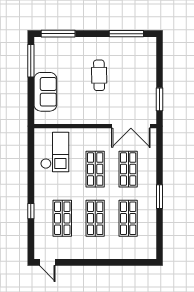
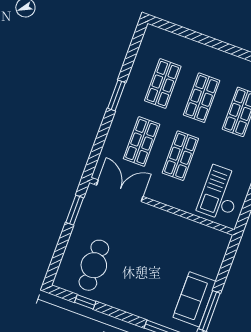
window: (126, 34) -> (85, 302), width x0.46
cafe table: (99, 75) -> (94, 265), moved, width x1.37, depth x1.35
sofa: (45, 92) -> (194, 299), moved

